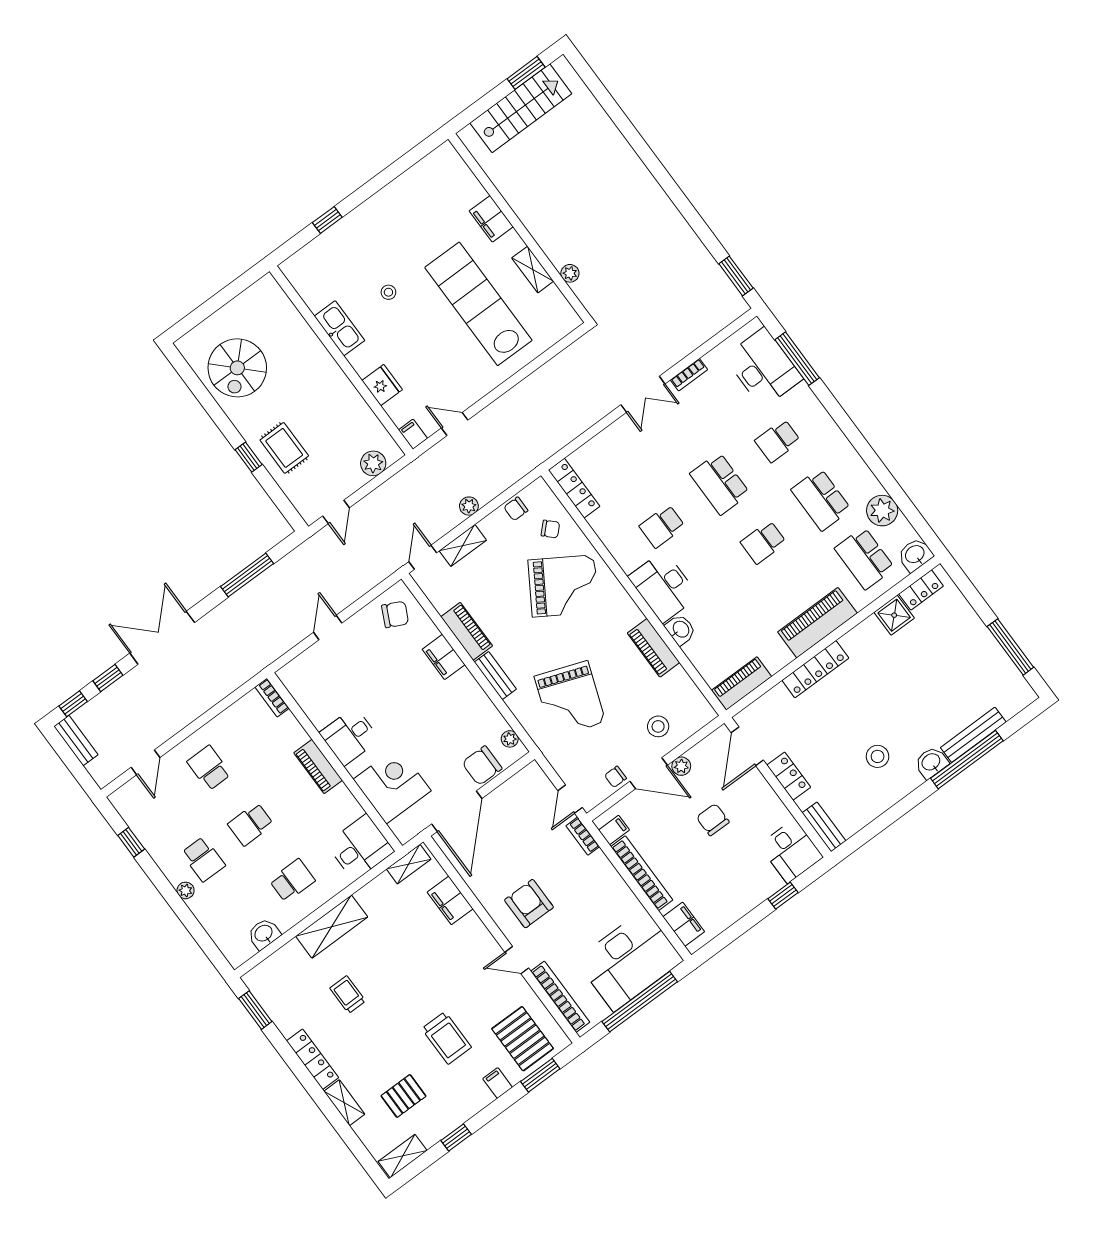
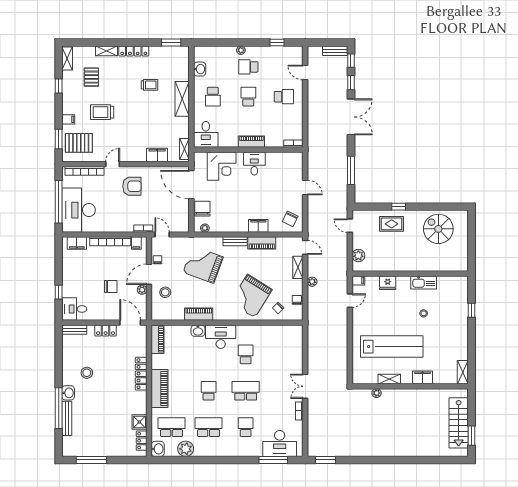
shelving: (436, 161) -> (463, 372), added
locker: (574, 488) -> (288, 330), removed

